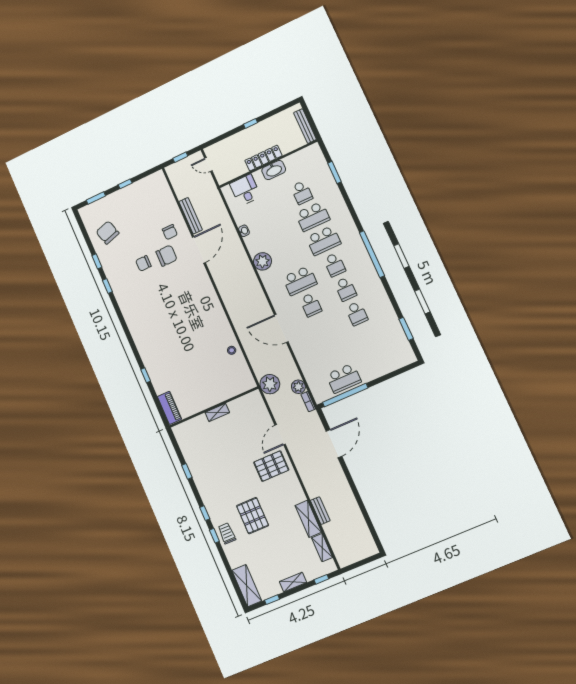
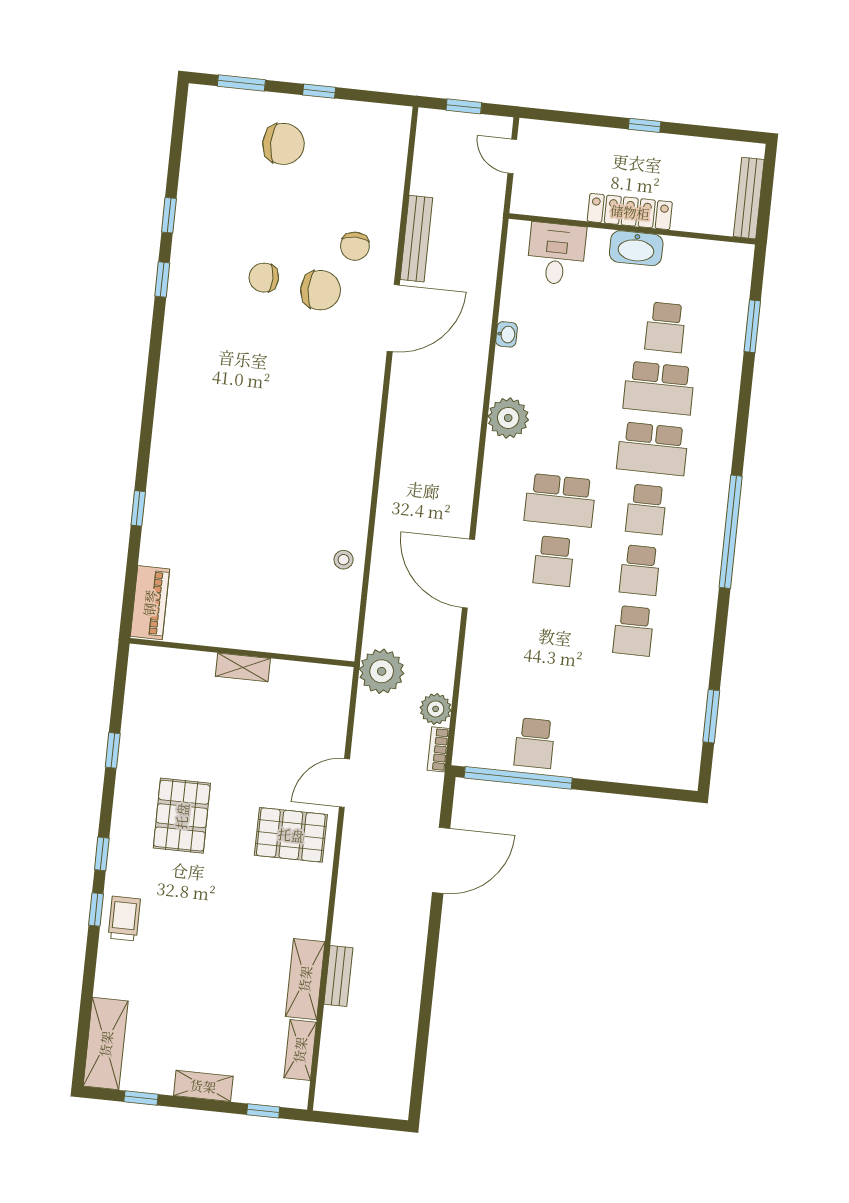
chair: (107, 232) -> (283, 144), moved, turned 107
school desk: (344, 378) -> (535, 743), width x0.54
pallet: (253, 516) -> (182, 816), moved

